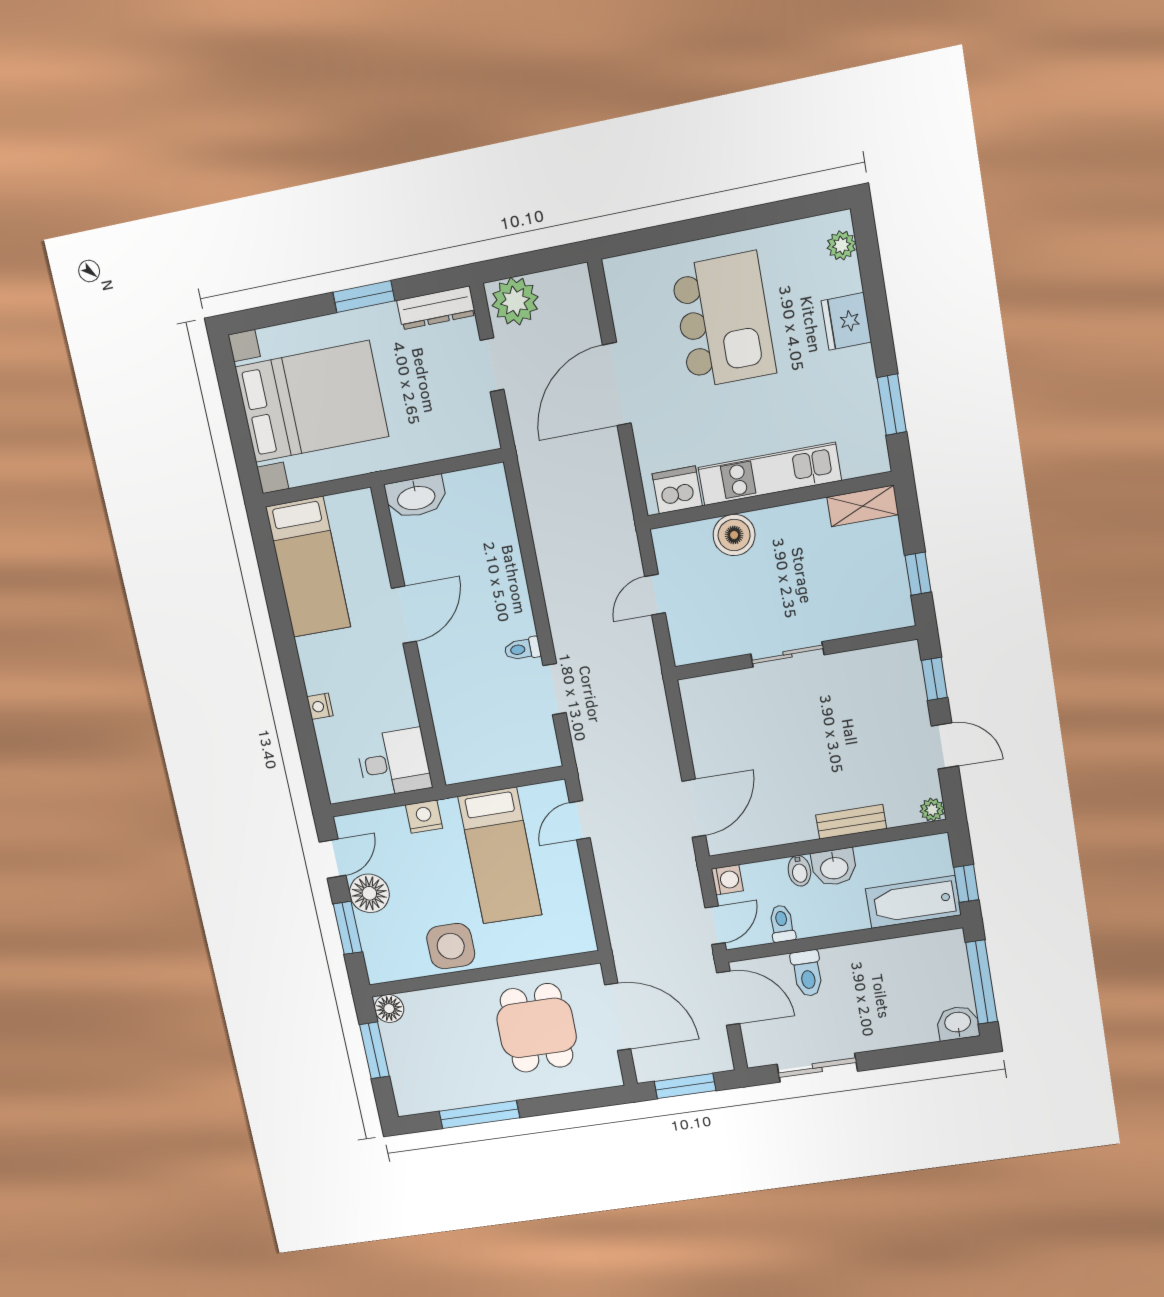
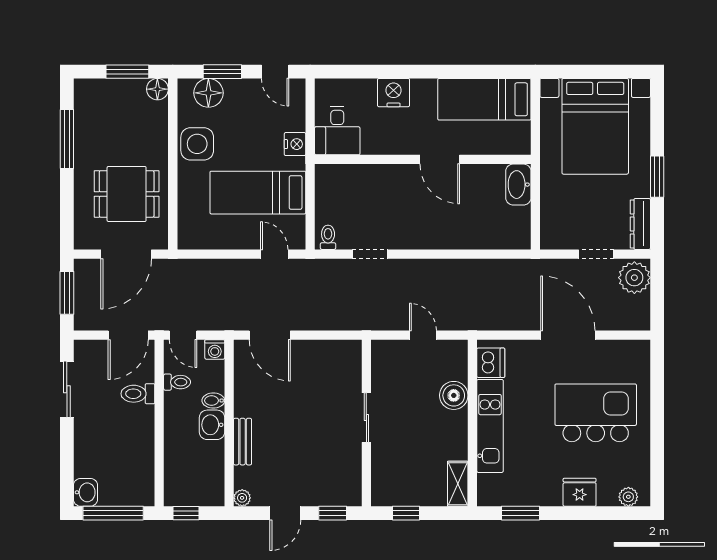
kitchen island: (724, 320) -> (596, 413), turned 180
toilet: (523, 649) -> (328, 237), moved
nightstand: (320, 706) -> (394, 93), width x1.89, depth x1.79
floor lamp: (369, 893) -> (208, 93), moved
bathtub: (913, 902) -> (178, 475), removed

